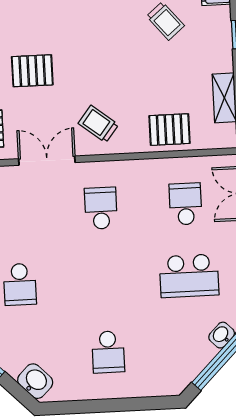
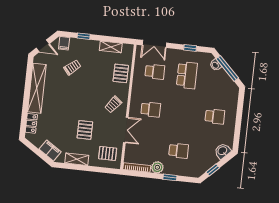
double door: (47, 161) -> (126, 130), swing flipped
school desk: (186, 204) -> (155, 72), turned 180
school desk: (101, 208) -> (151, 109), turned 180

